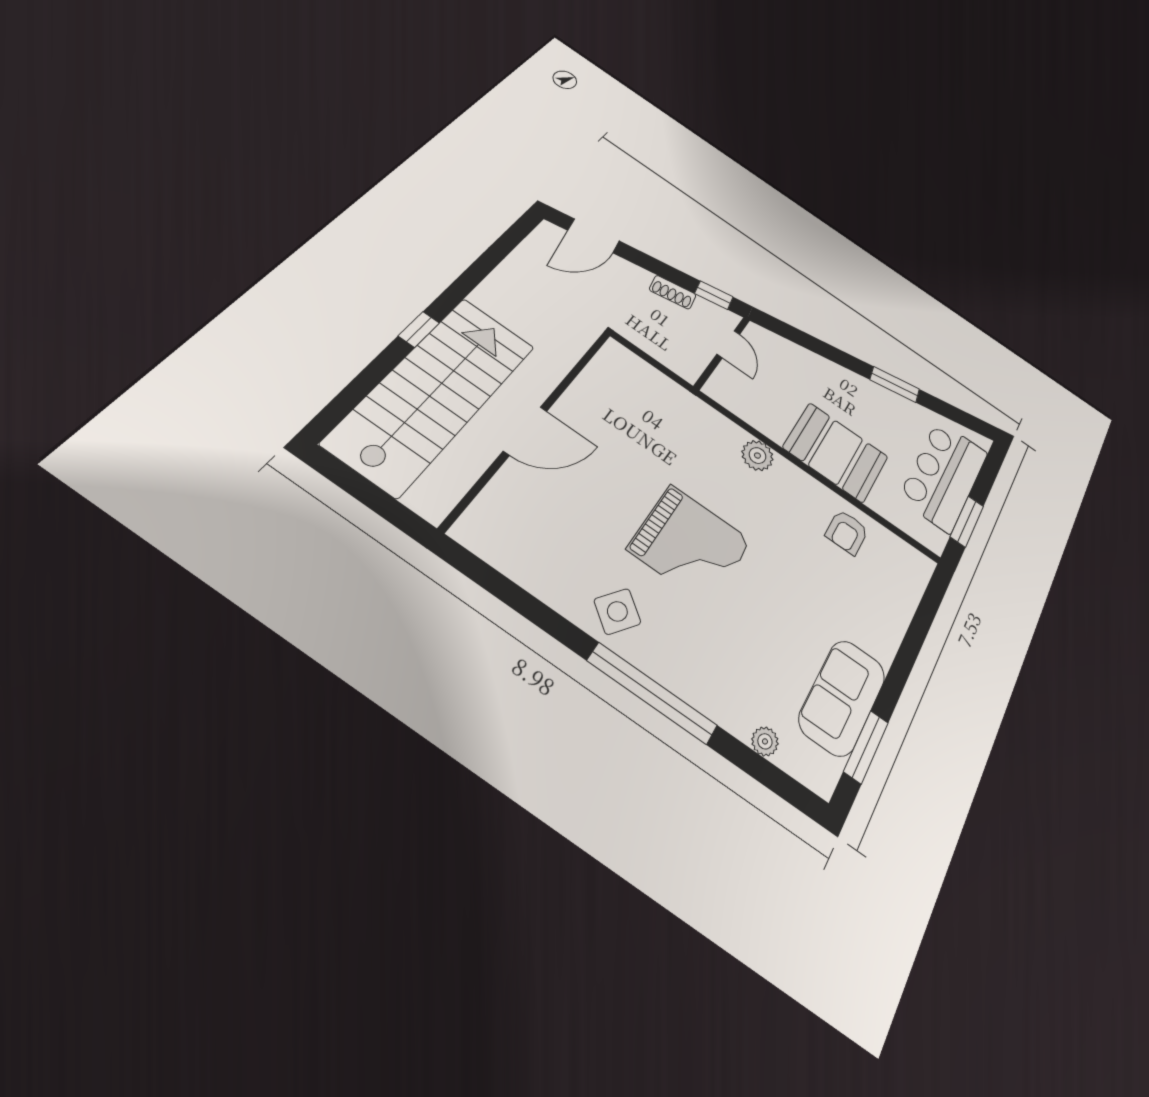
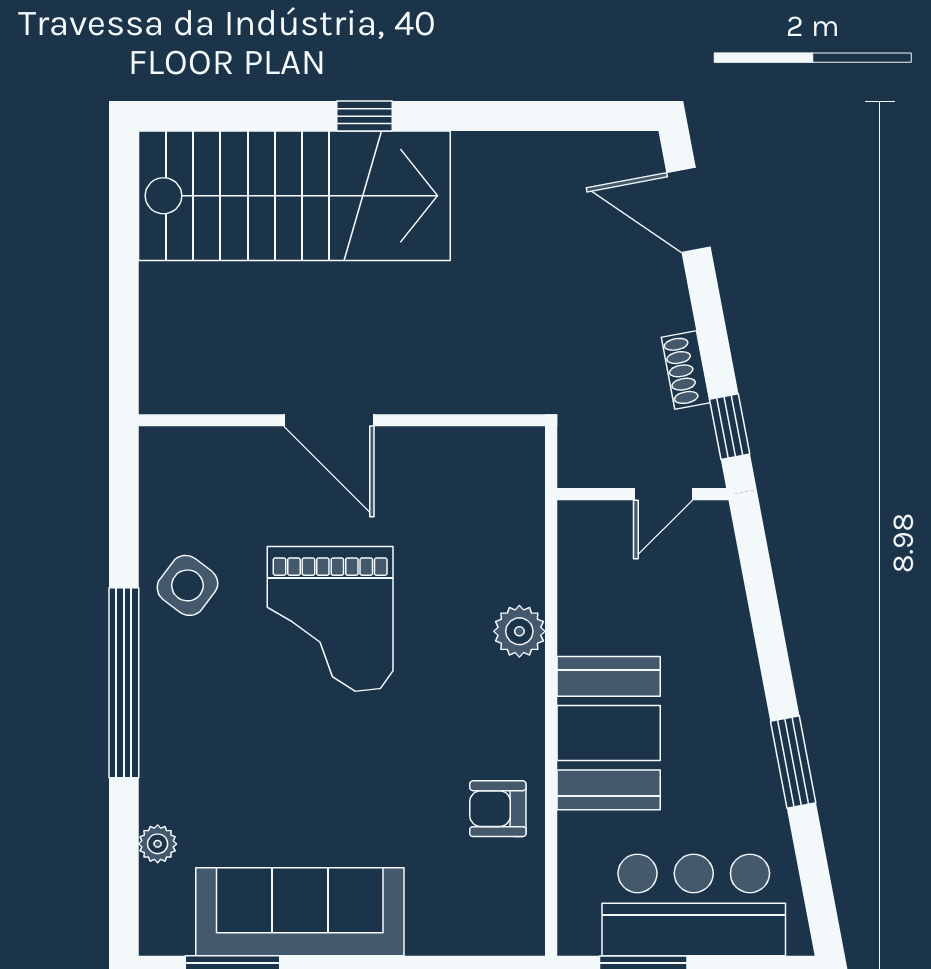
wall: (531, 425) -> (342, 420), moved
door: (525, 431) -> (329, 420), moved
sofa: (842, 697) -> (300, 912), width x1.36

